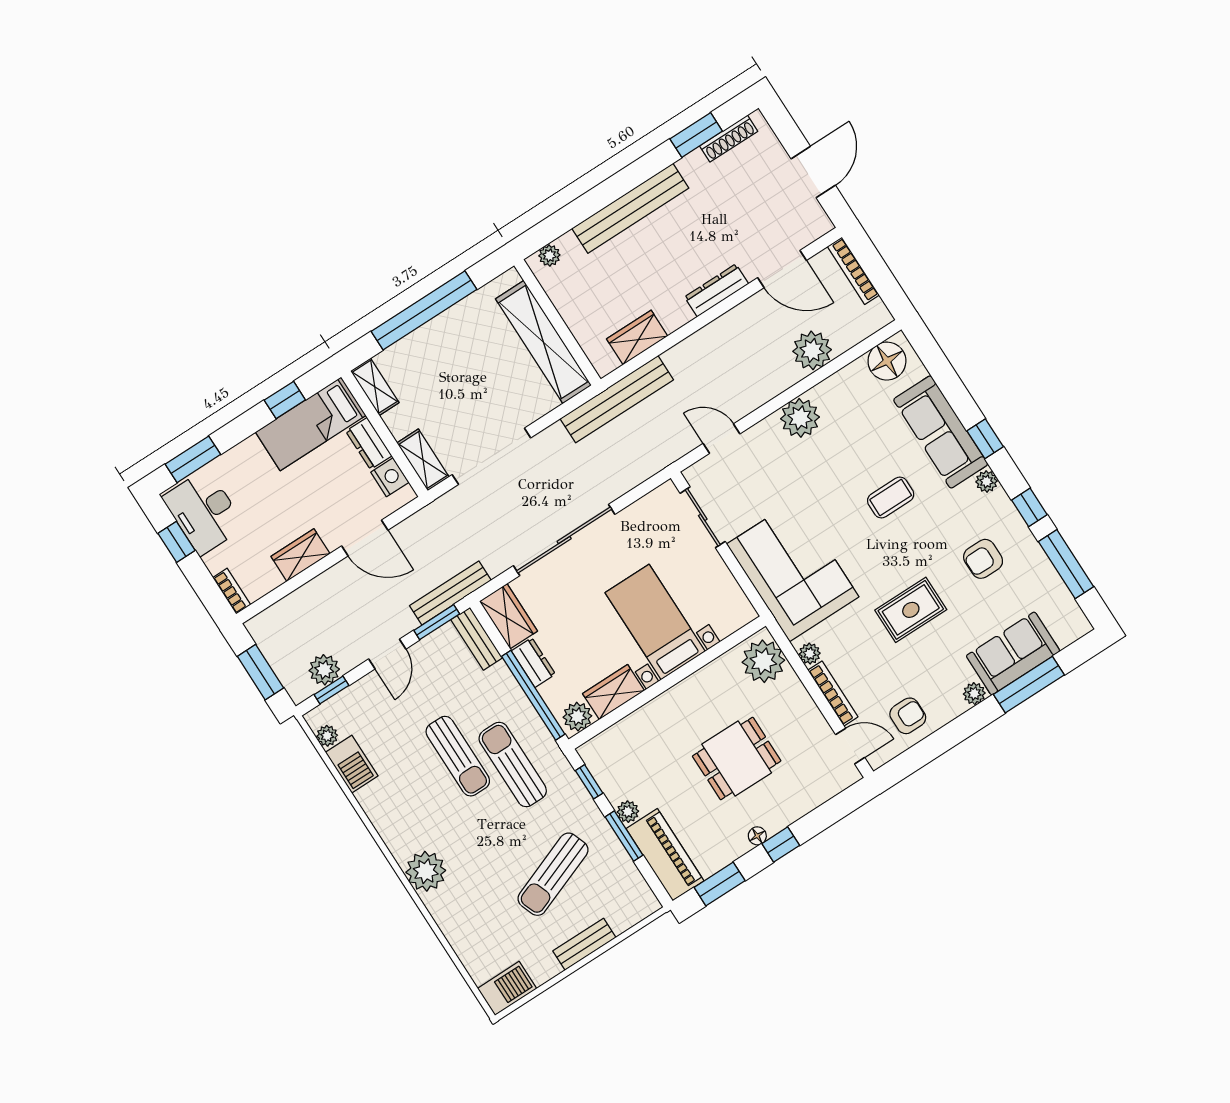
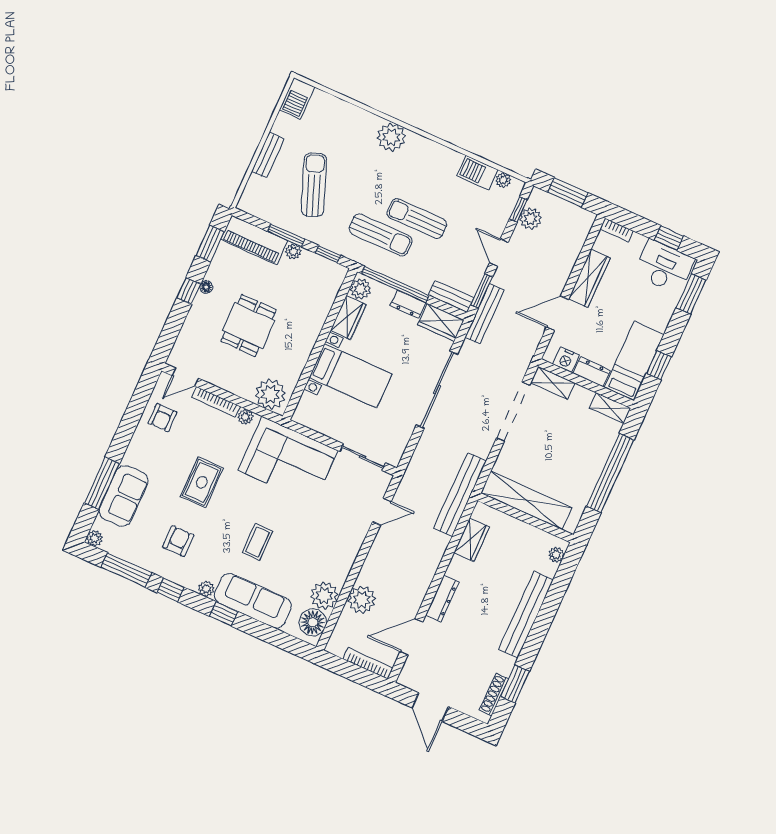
plant: (800, 418) -> (324, 596), moved
wardrobe: (300, 555) -> (589, 278), width x1.50
plant: (974, 694) -> (94, 538), moved

